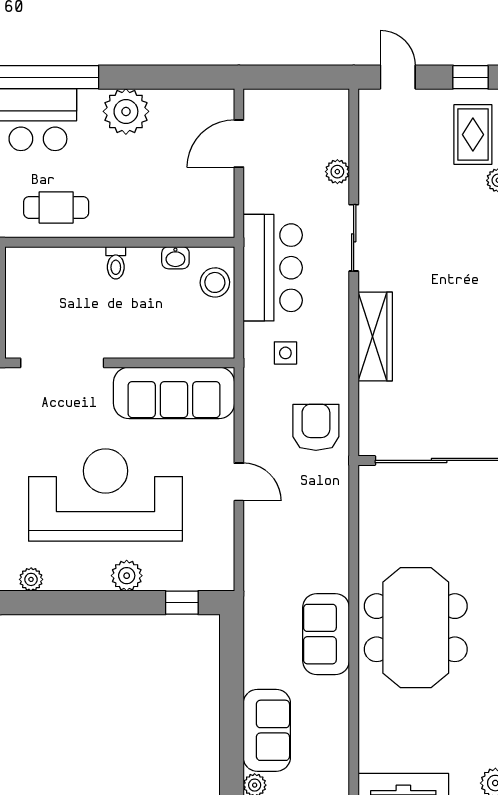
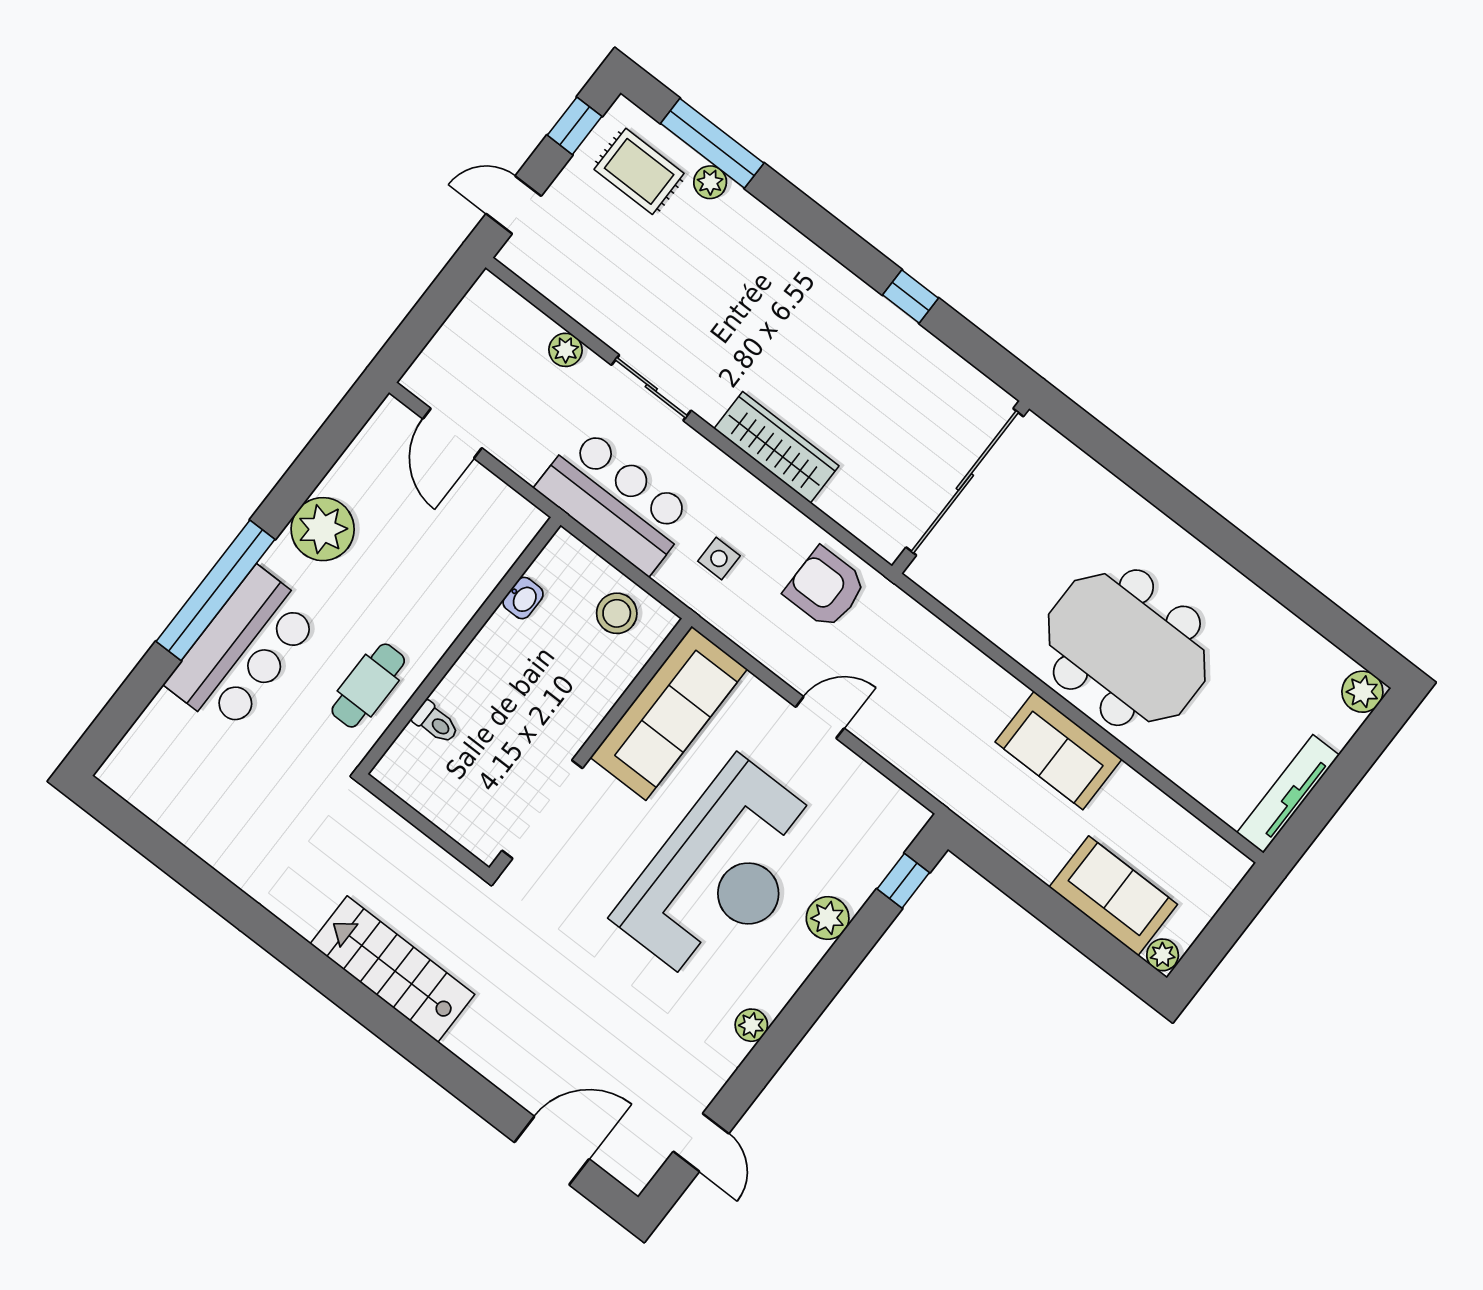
toilet: (116, 263) -> (436, 723), moved
stool: (215, 282) -> (617, 613), moved
reception desk: (106, 495) -> (722, 873), turned 180

